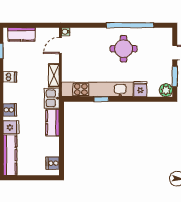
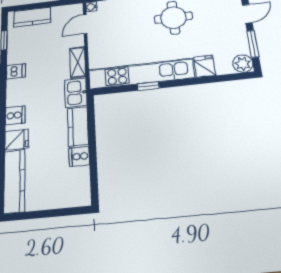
cooker: (53, 163) -> (79, 156), moved

